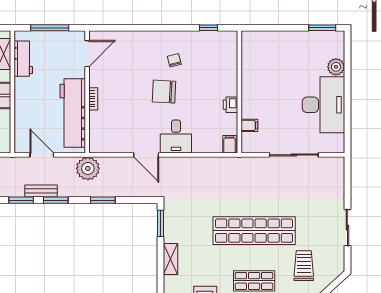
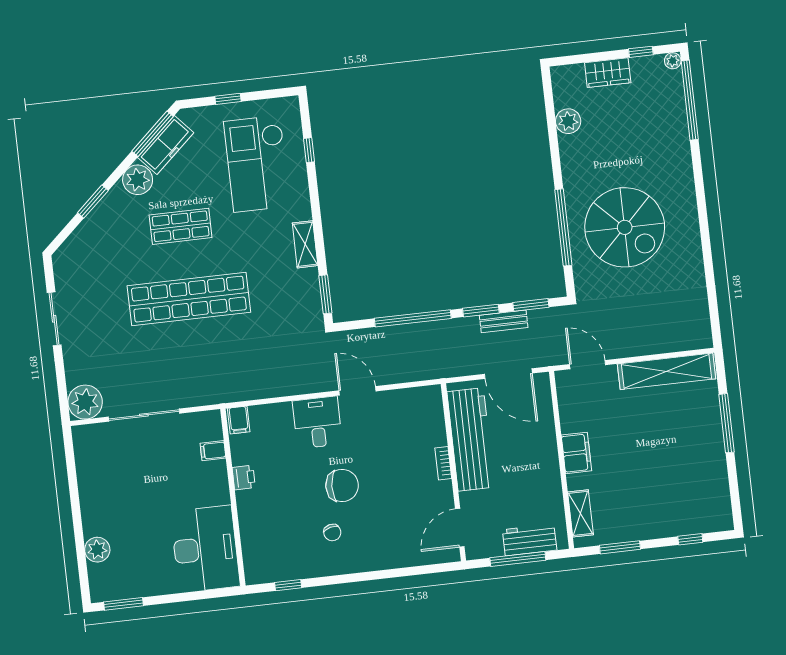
workbench: (23, 59) -> (530, 540), moved, turned 90
desk: (323, 105) -> (205, 549), moved, turned 180
door: (42, 155) -> (508, 374), width x1.36
plant: (88, 168) -> (85, 402), moved
window: (103, 200) -> (413, 318), width x2.11
trolley: (304, 266) -> (111, 257), removed

